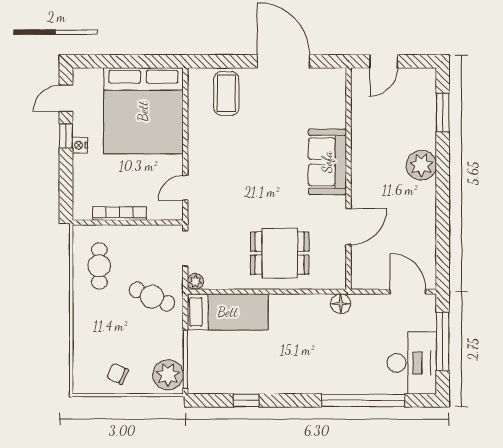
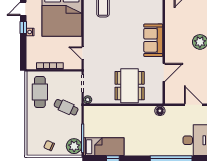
door: (185, 188) -> (83, 53), hinge flipped
dining table: (280, 253) -> (130, 86), width x1.38
cafe table: (99, 266) -> (40, 92), width x1.37, depth x1.35
bed: (228, 312) -> (104, 147), moved

